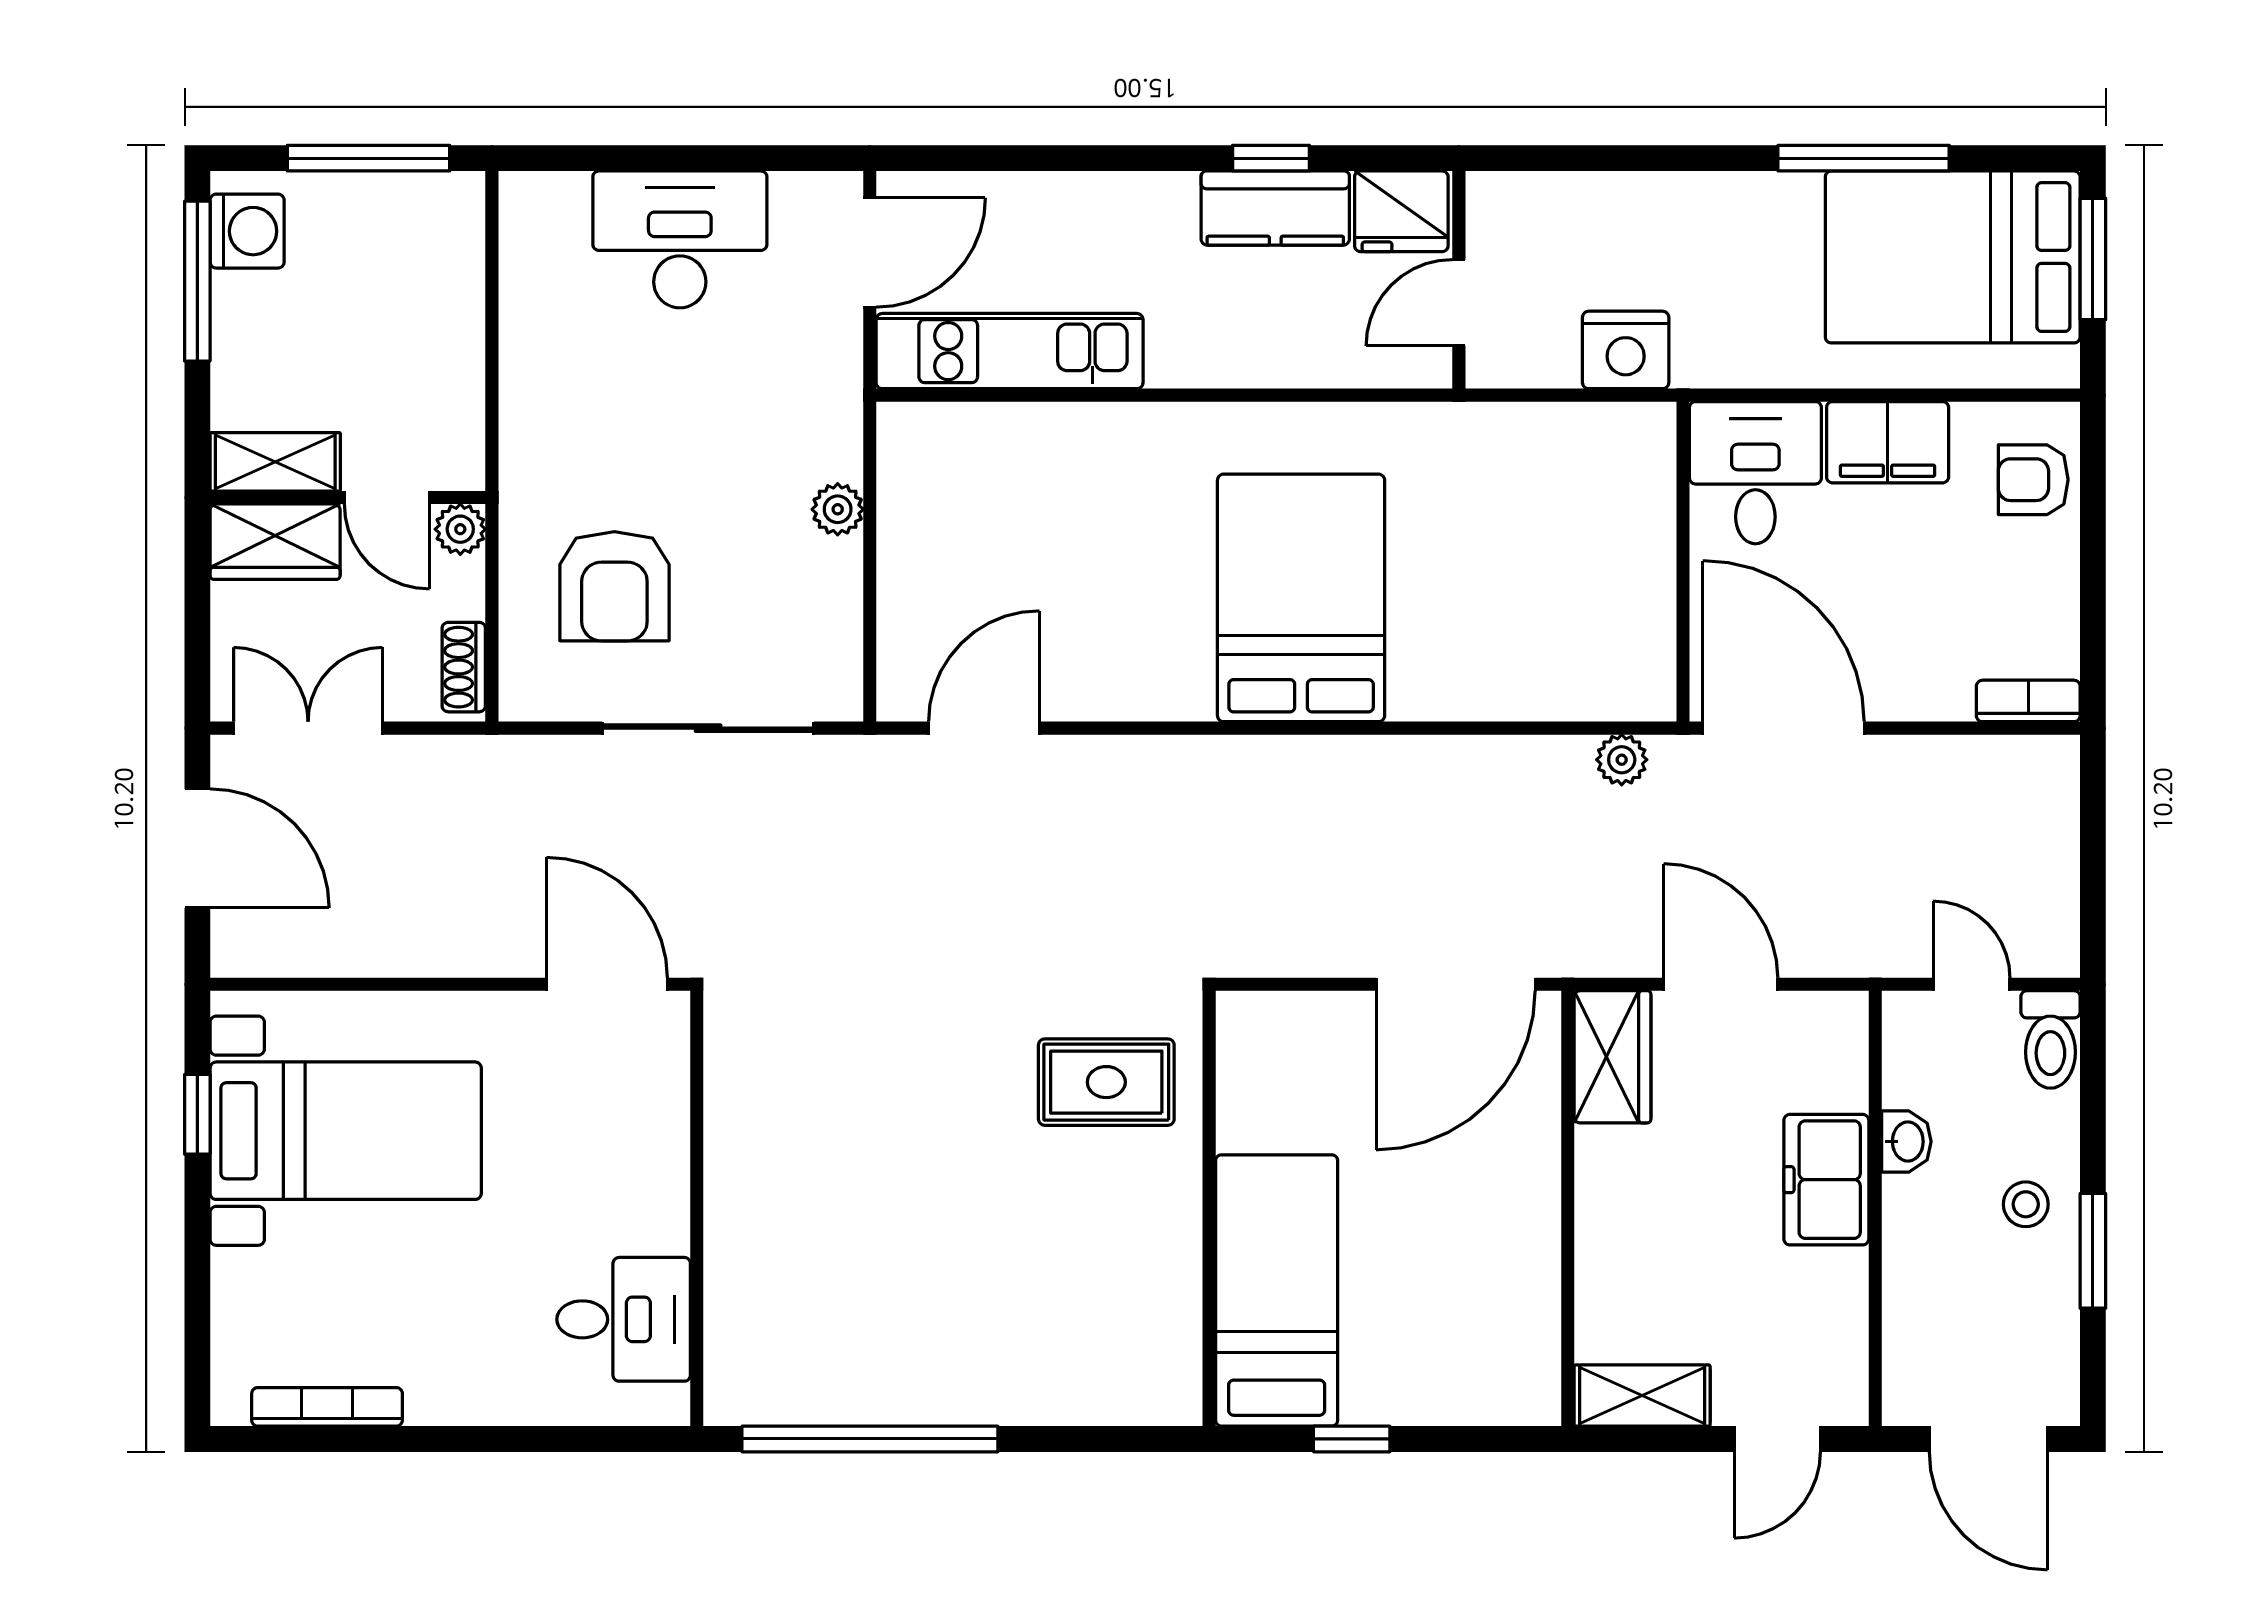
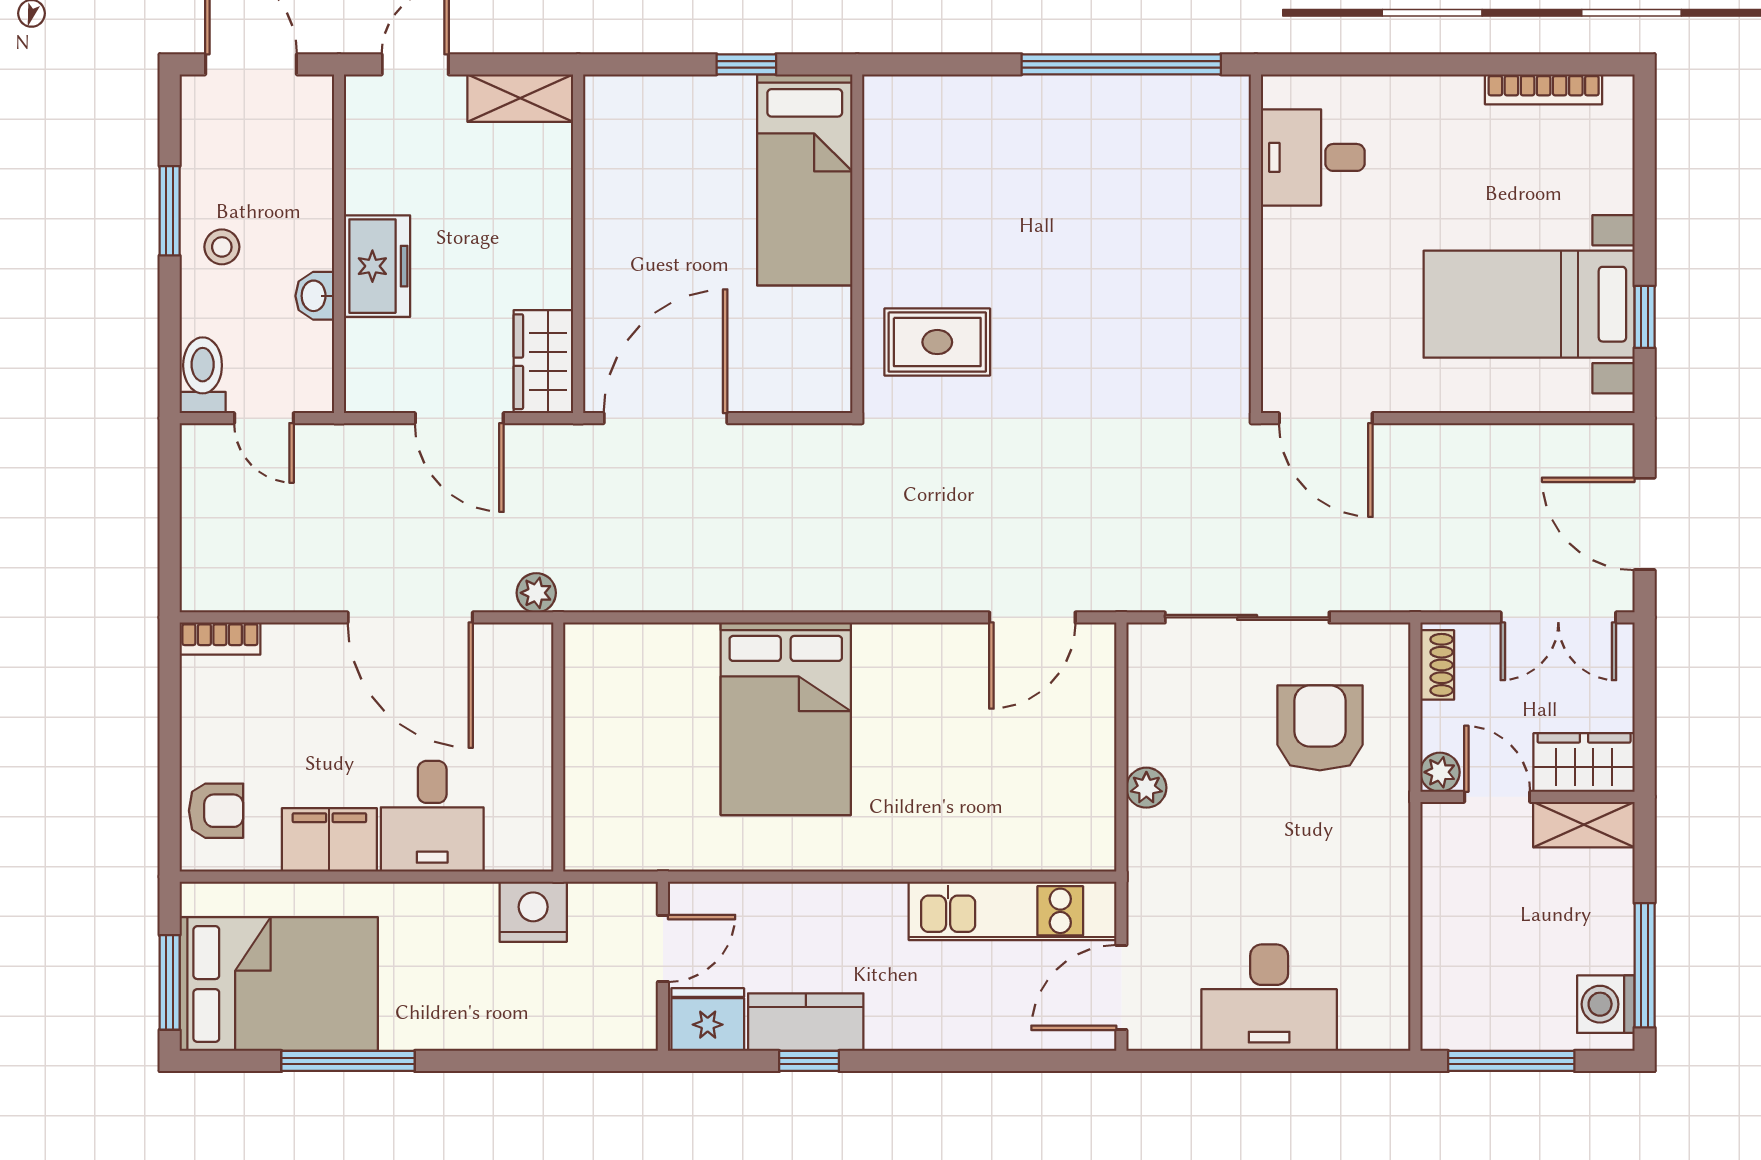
wall: (1683, 562) -> (558, 747), moved

